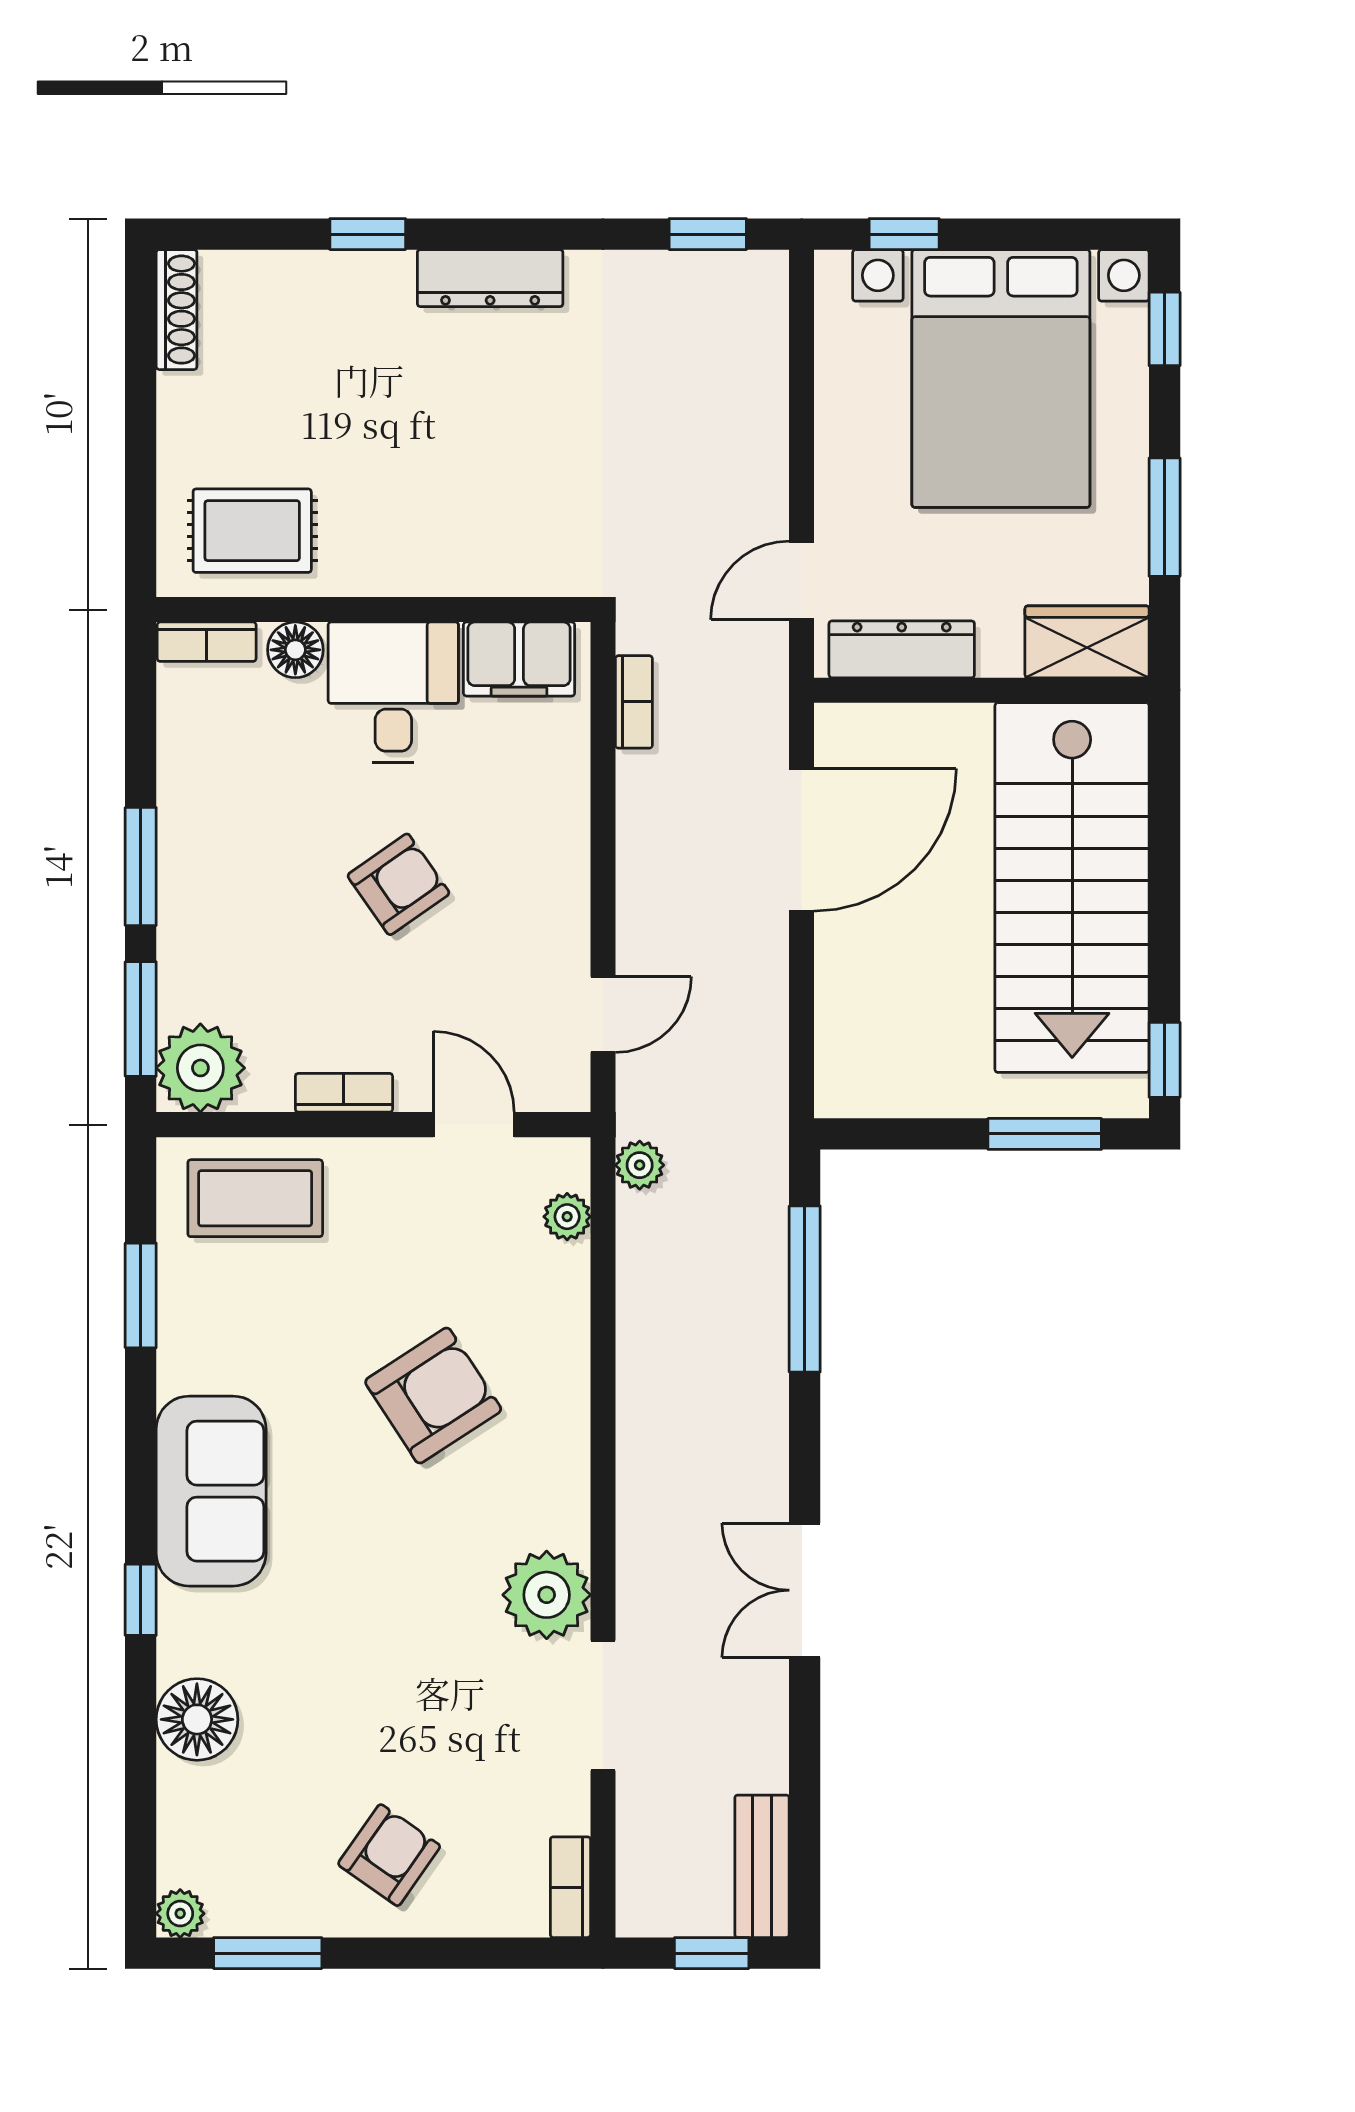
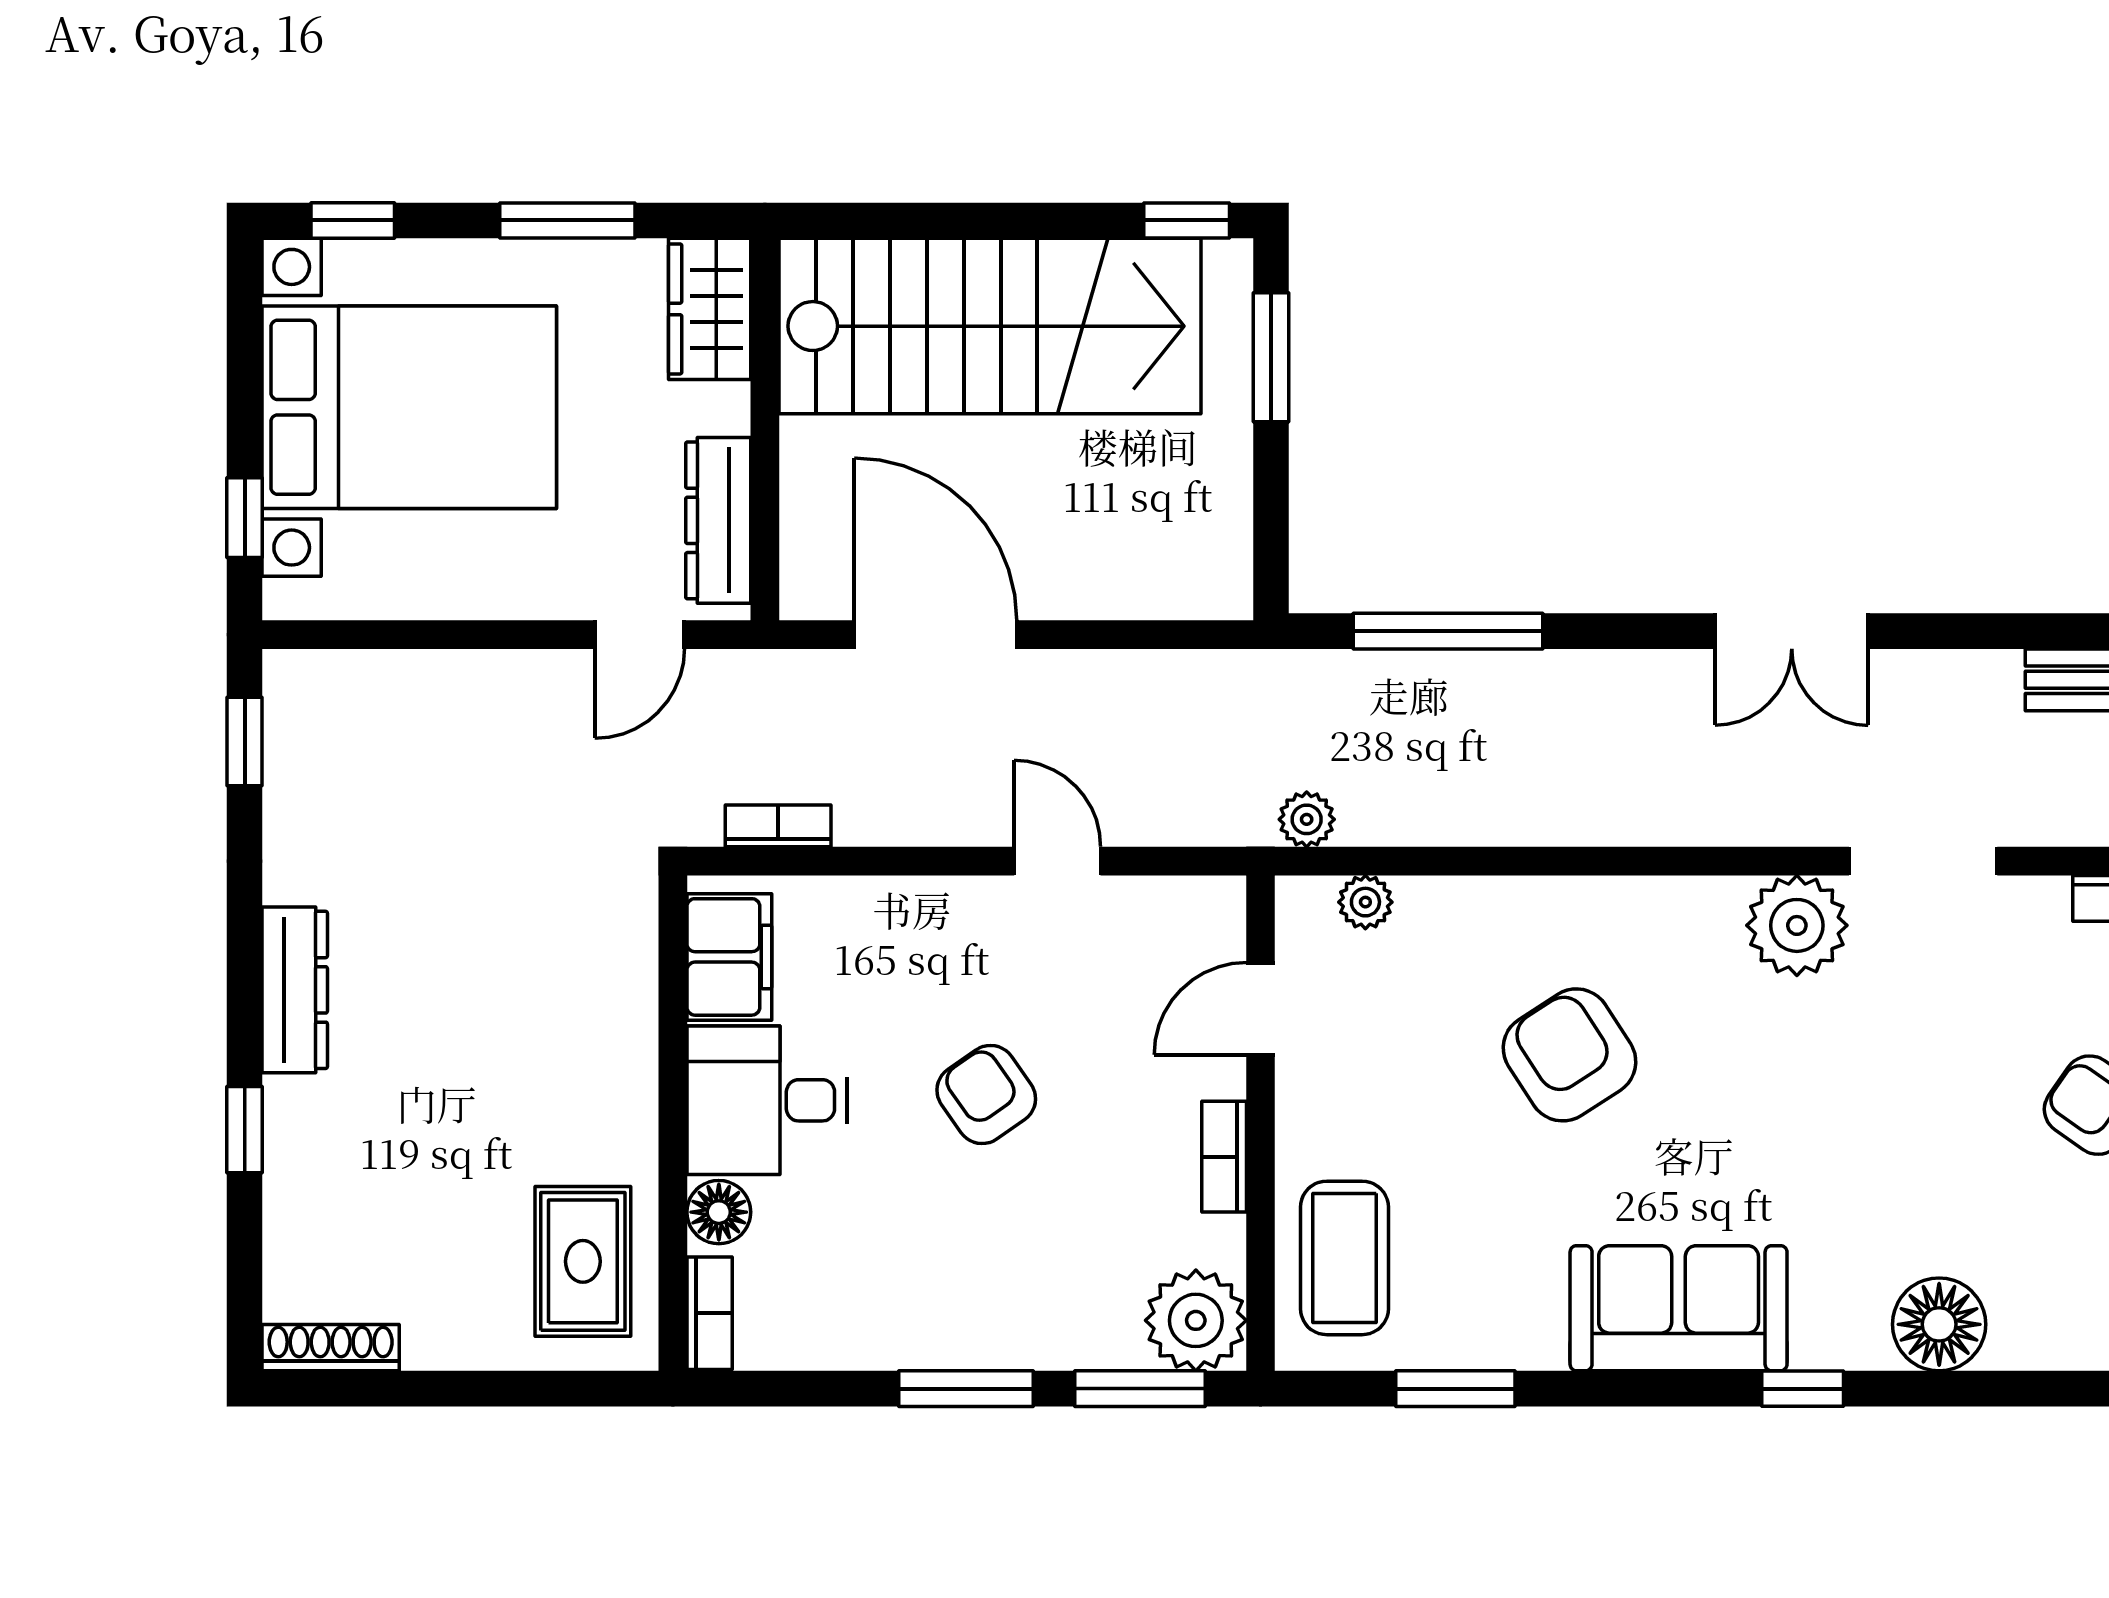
door: (802, 580) -> (640, 635), hinge flipped
door: (603, 1015) -> (1057, 861), moved

